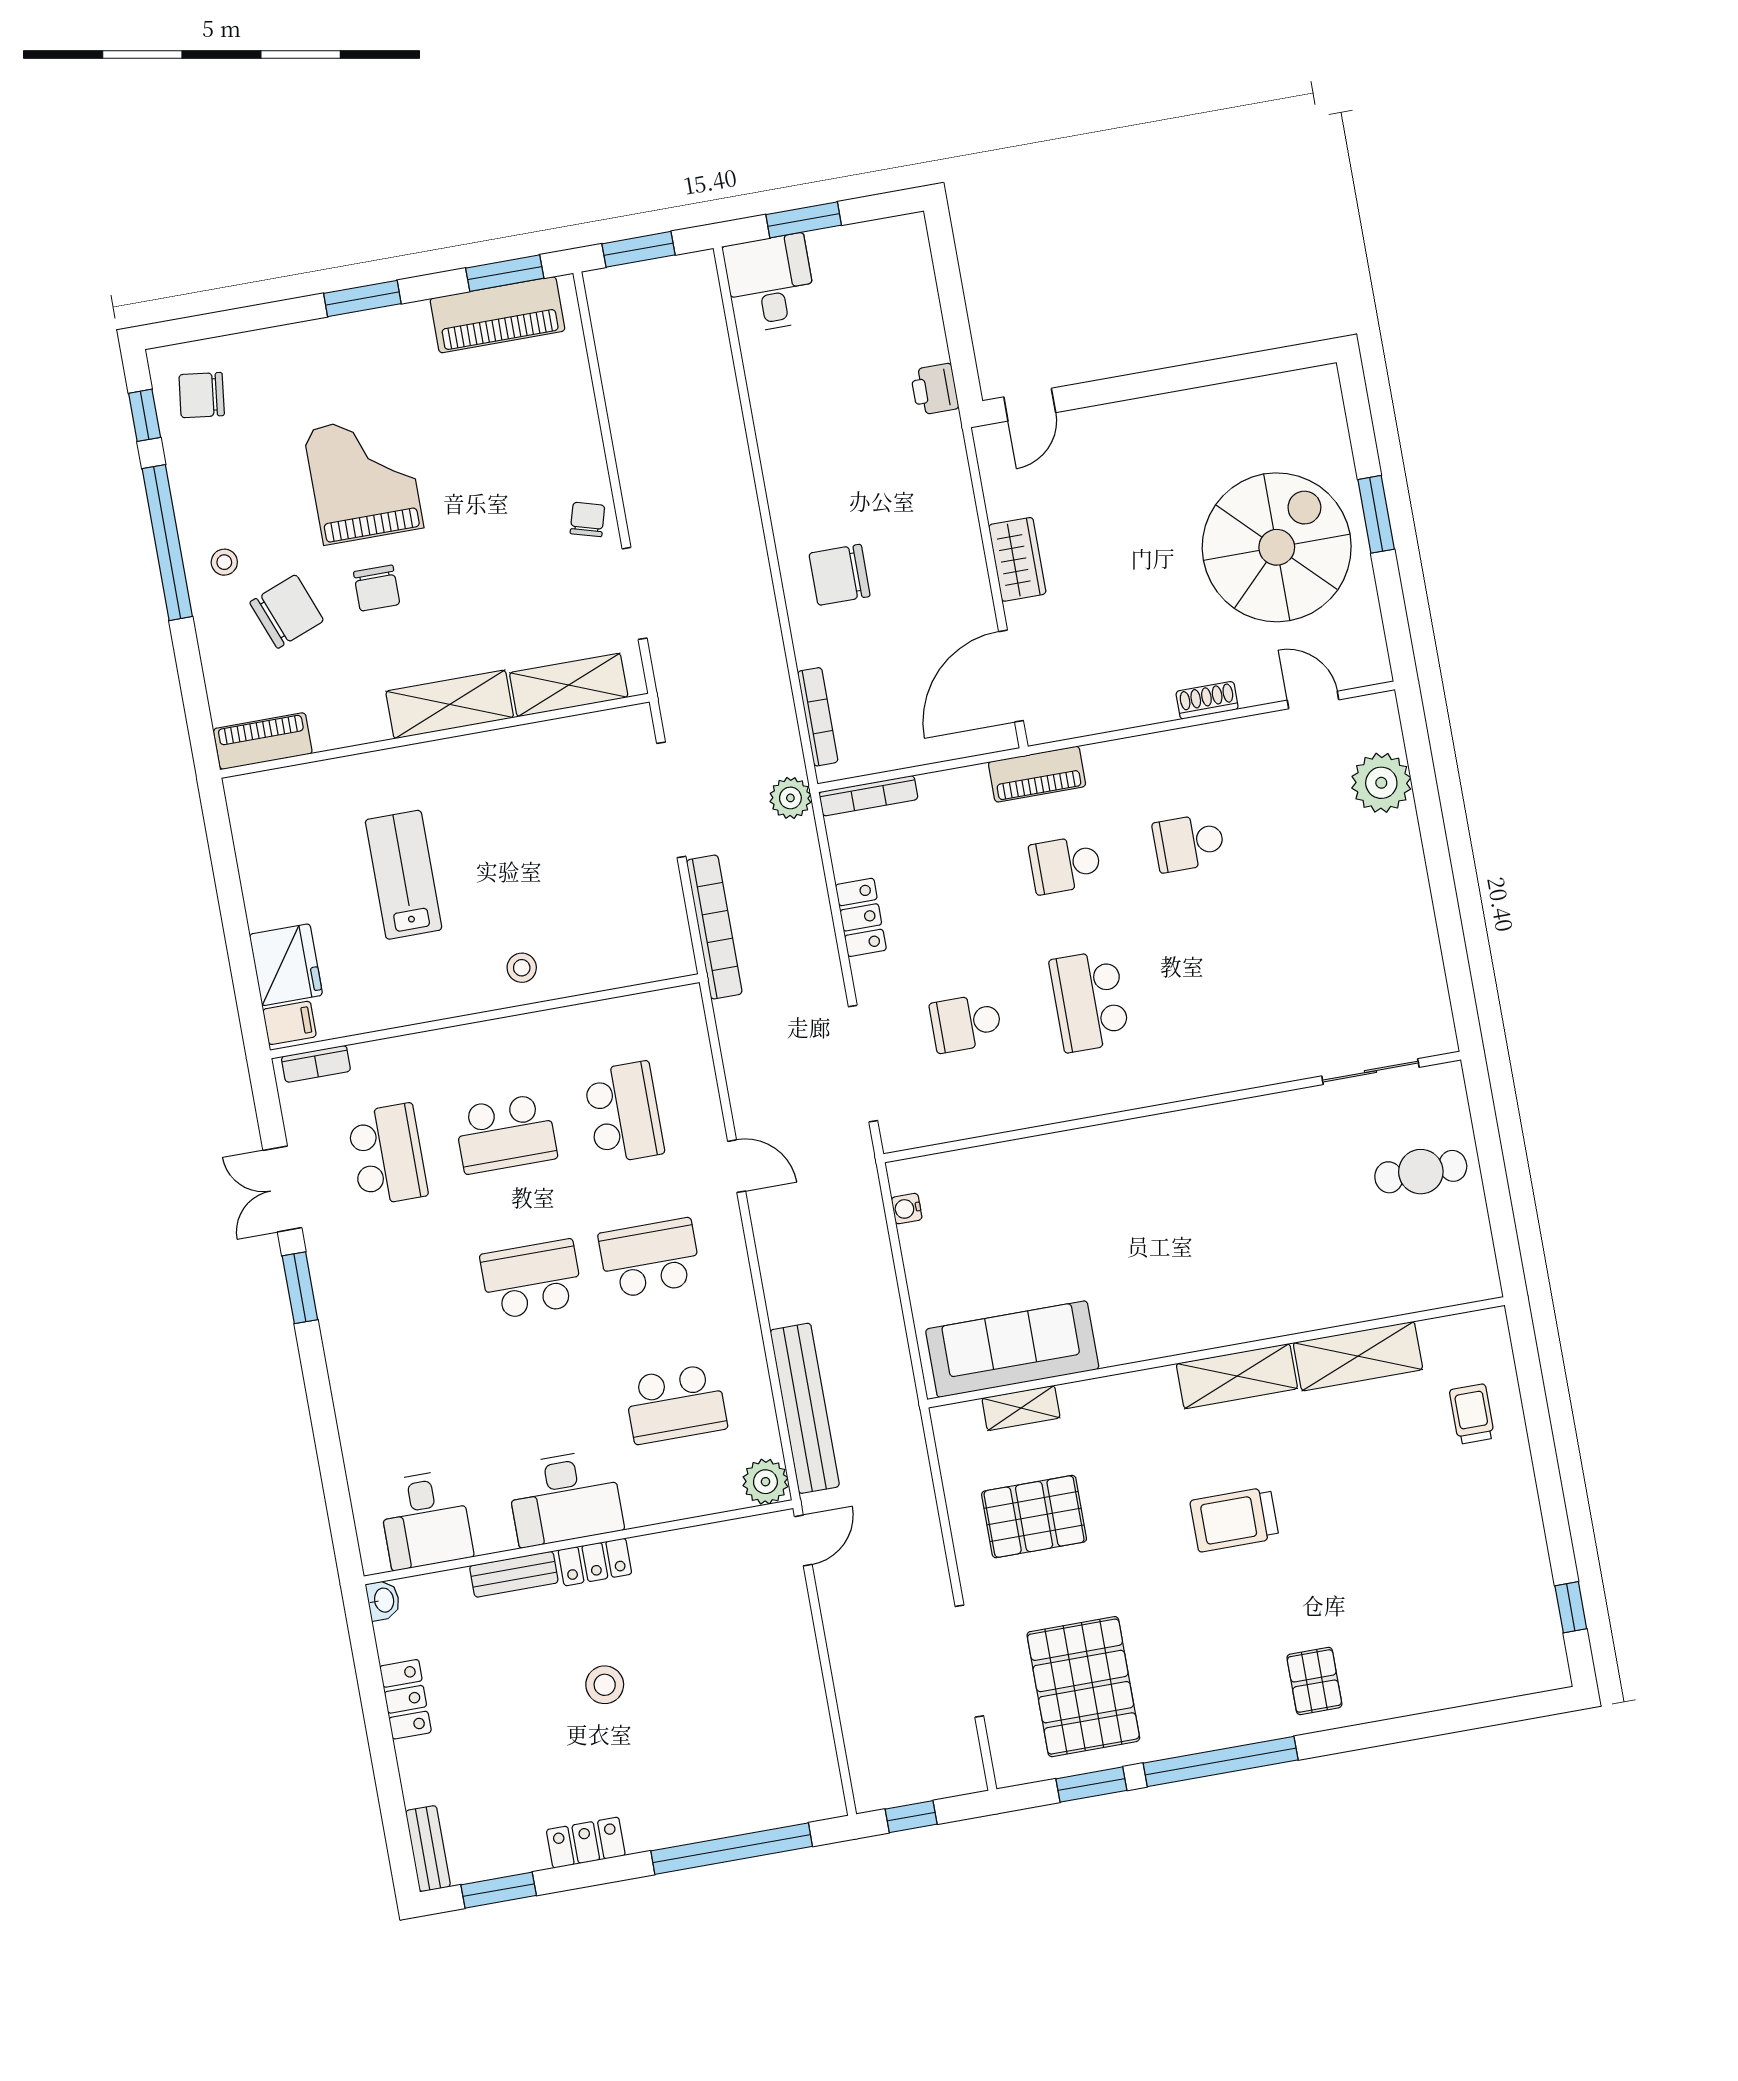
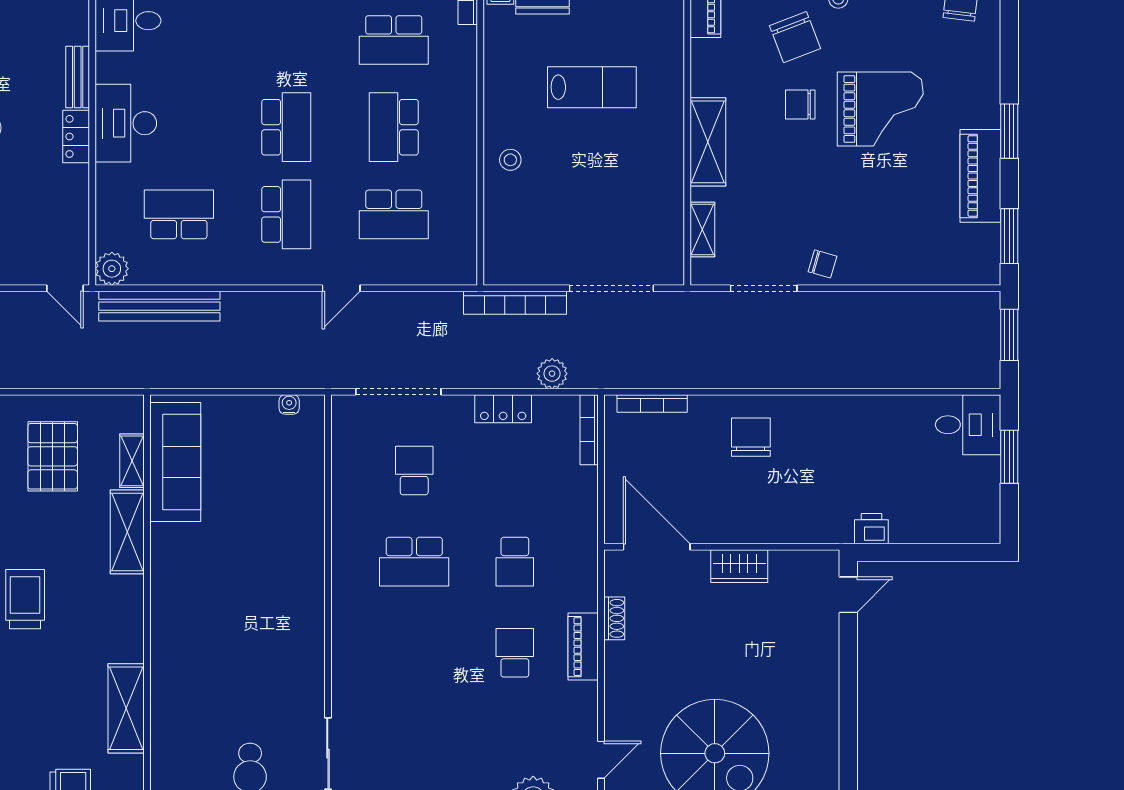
piano: (497, 315) -> (980, 176), moved
door: (1030, 405) -> (848, 595), swing flipped
shelving: (569, 685) -> (702, 229), width x0.67, depth x0.75
shoe rack: (1207, 700) -> (614, 618), moved
piano: (1037, 774) -> (583, 647), moved
plant: (790, 798) -> (552, 374), moved
school desk: (1065, 865) -> (515, 562), turned 180
school desk: (1090, 1001) -> (414, 562), turned 180
shelving: (1237, 1376) -> (127, 532), moved
school desk: (676, 1404) -> (179, 214), turned 90

